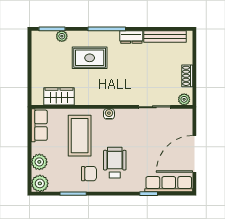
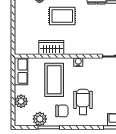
wardrobe: (59, 96) -> (51, 48), moved
plant: (40, 183) -> (40, 119), moved

